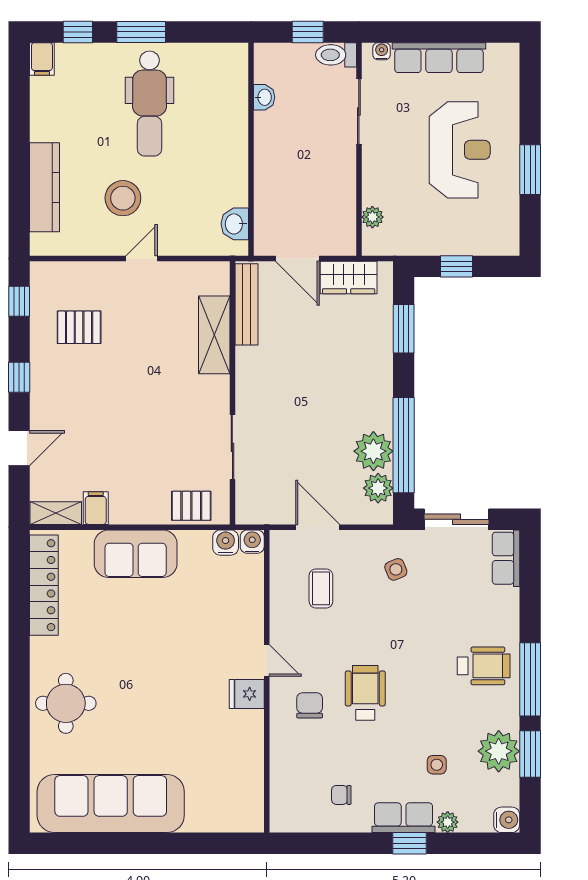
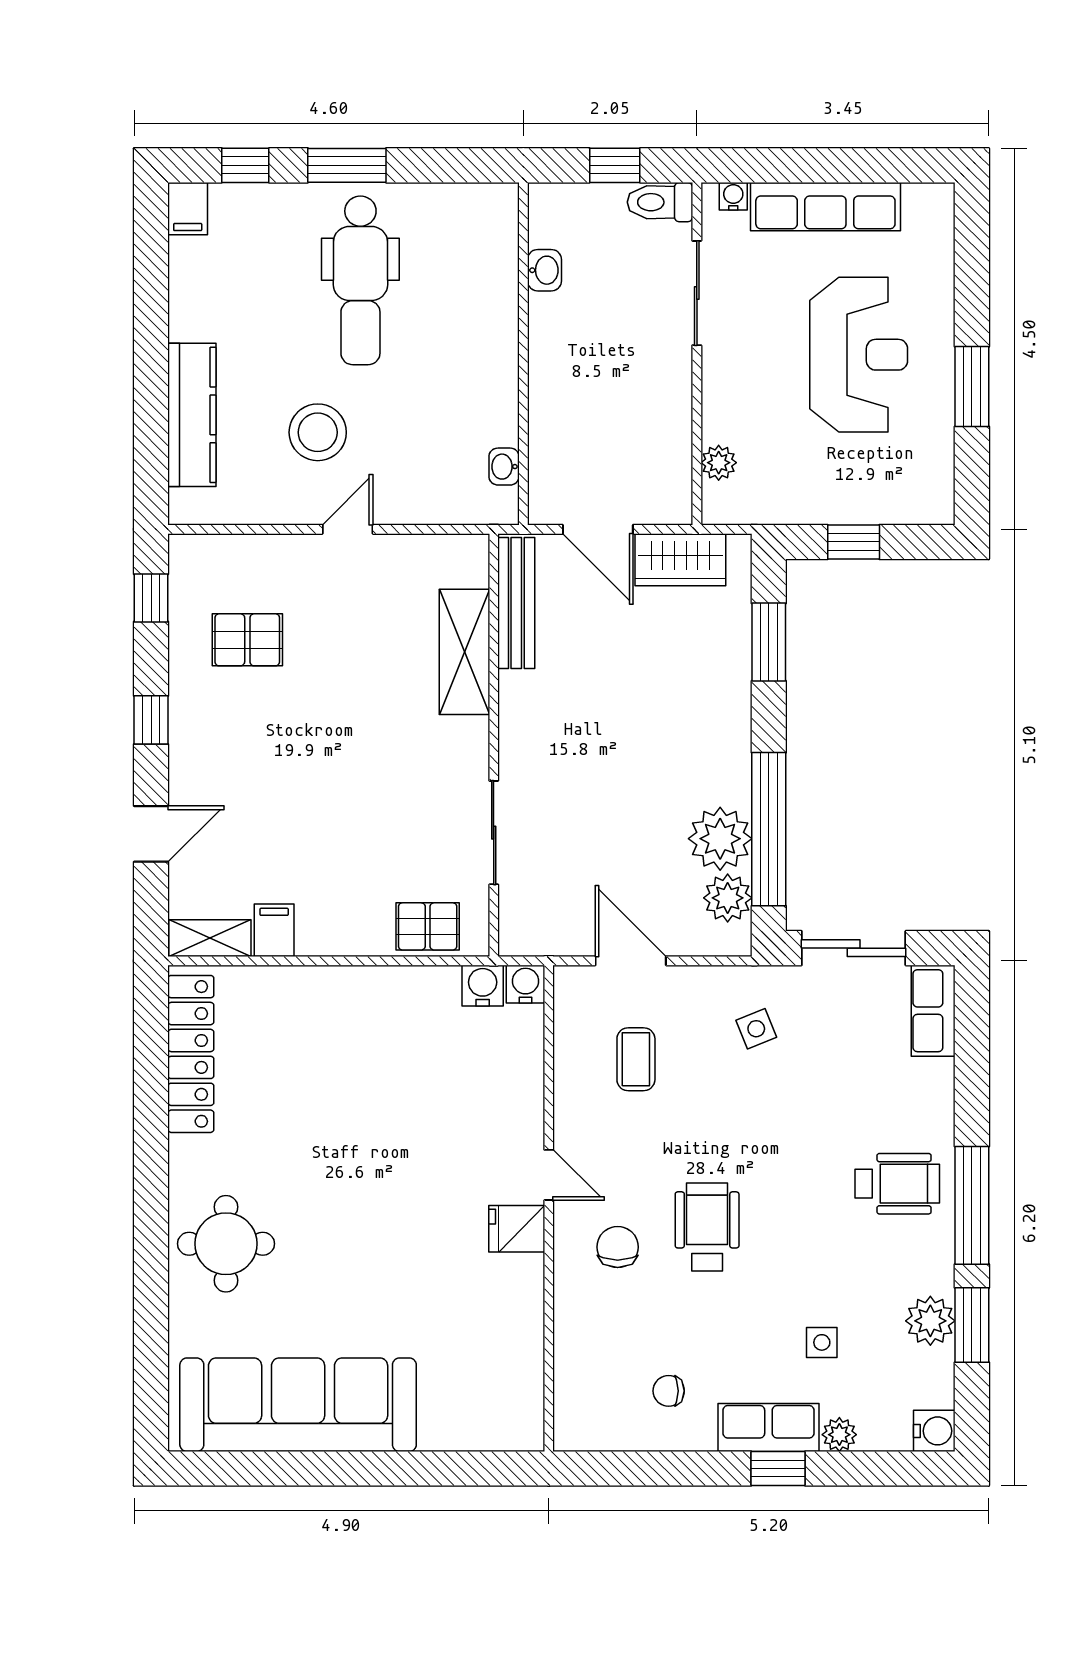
washbasin: (235, 224) -> (504, 467), width x0.72, depth x0.69
sofa: (136, 554) -> (338, 1003), removed
plant: (499, 751) -> (930, 1321), width x0.73, depth x0.73

